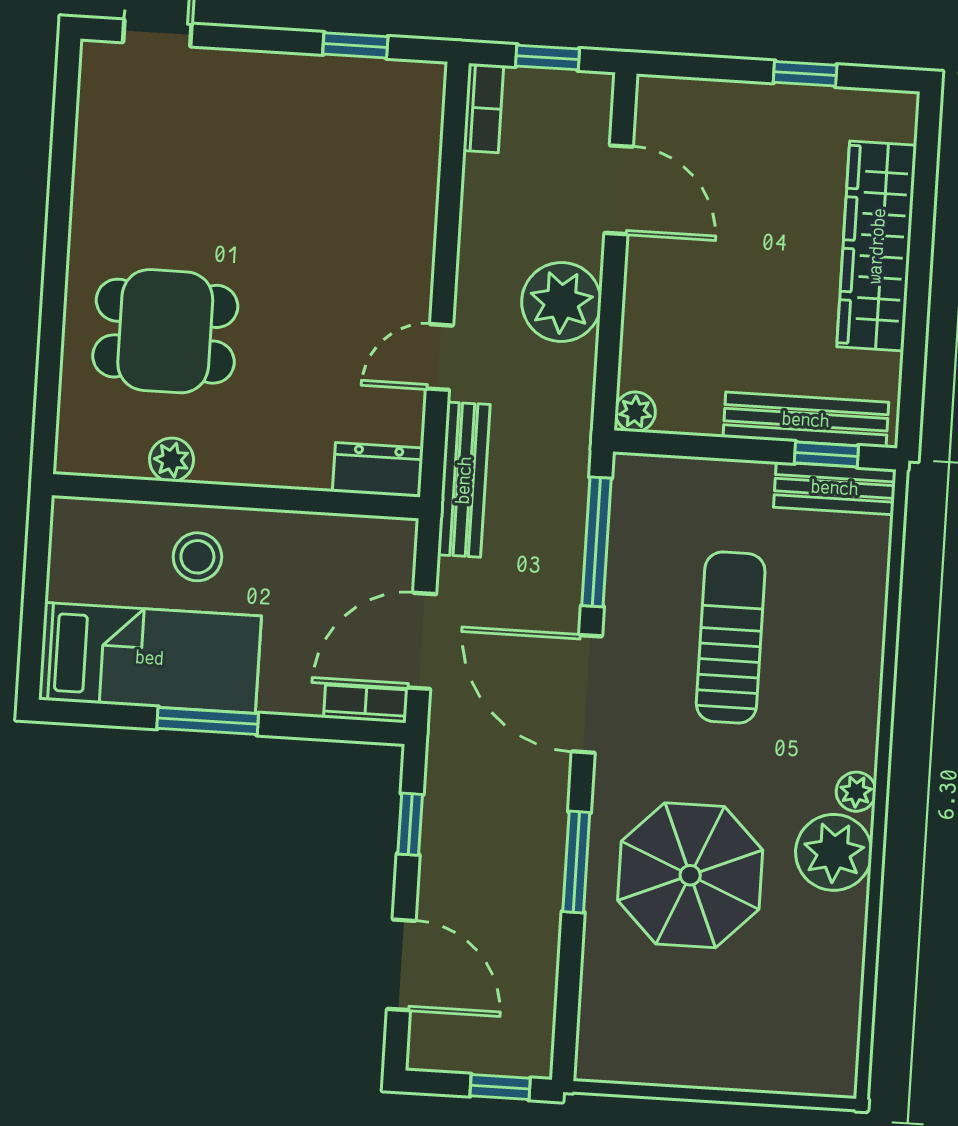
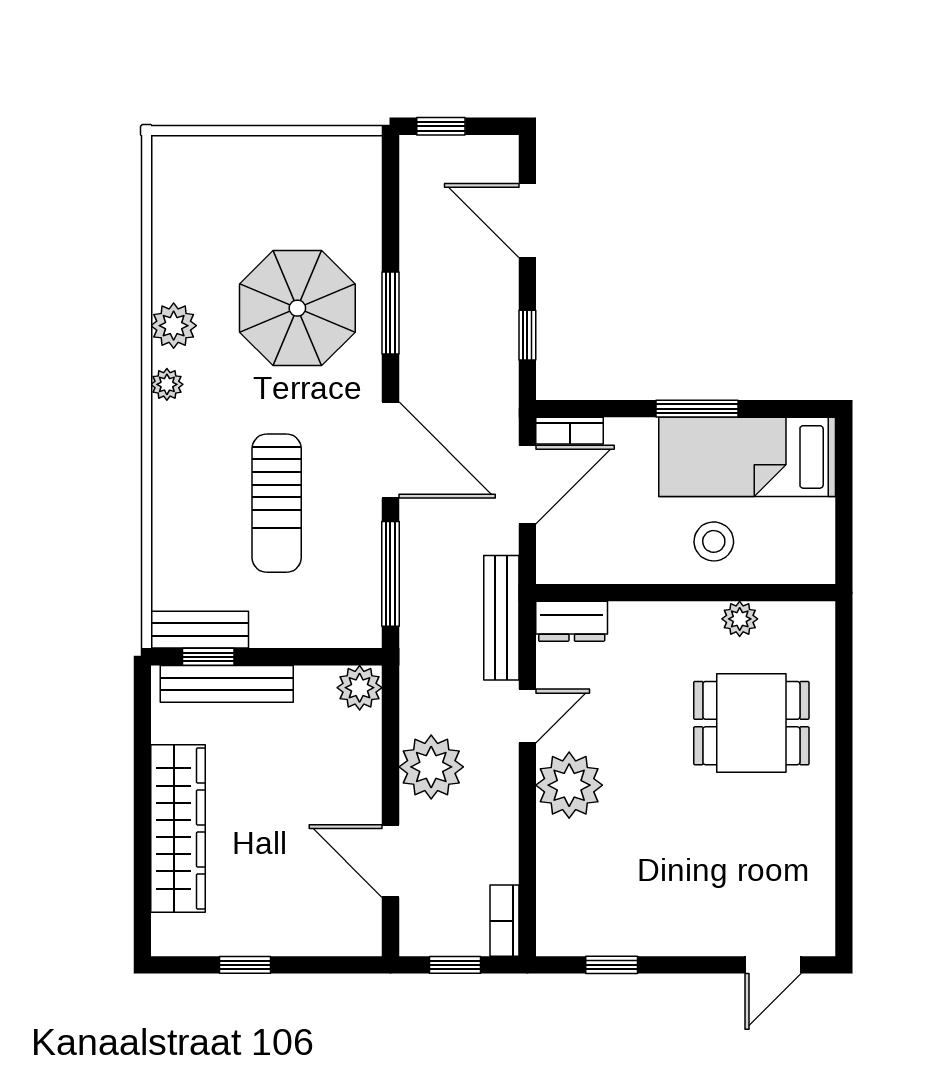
plant: (394, 269) -> (569, 785), added
plant: (635, 412) -> (360, 688), width x1.38, depth x1.38
plant: (834, 852) -> (174, 326), width x0.73, depth x0.73

